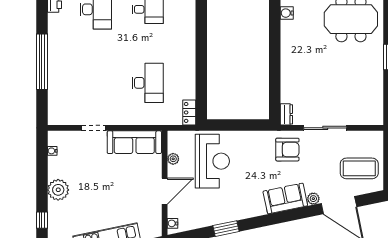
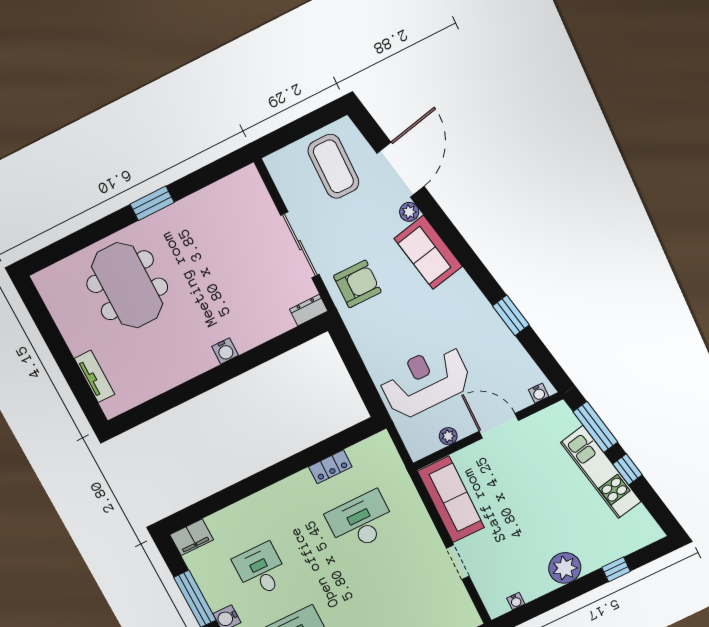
water cooler: (287, 13) -> (225, 351), moved
locker: (189, 112) -> (330, 467), moved
armchair: (287, 150) -> (357, 284), turned 90

